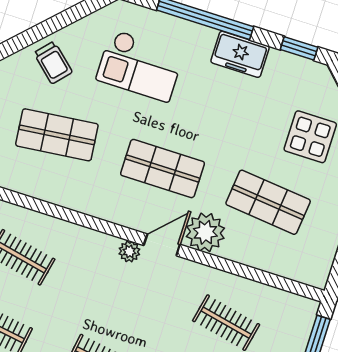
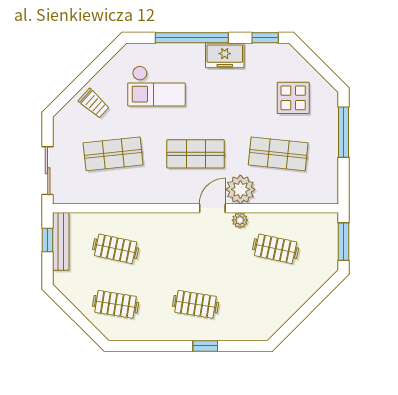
plant: (129, 251) -> (240, 220), moved

